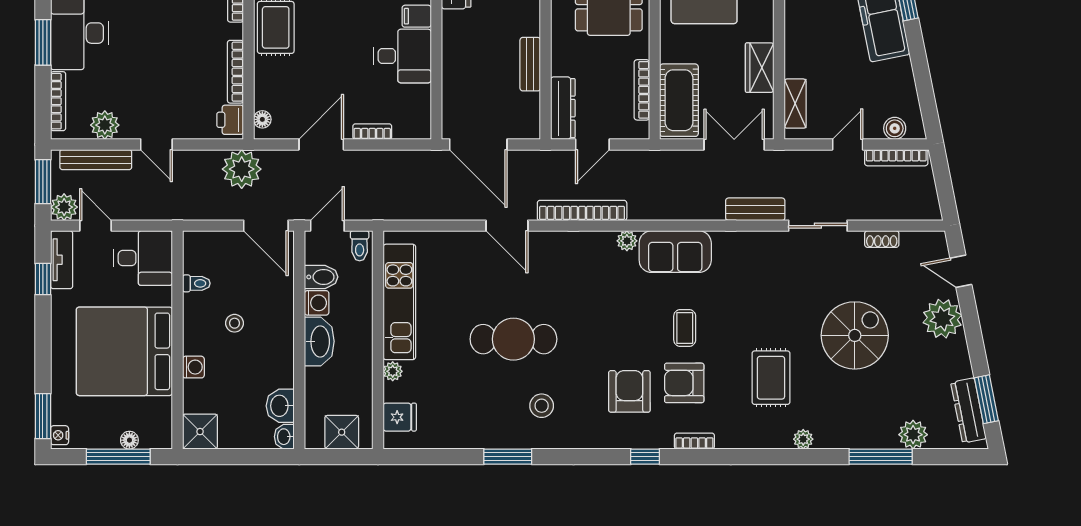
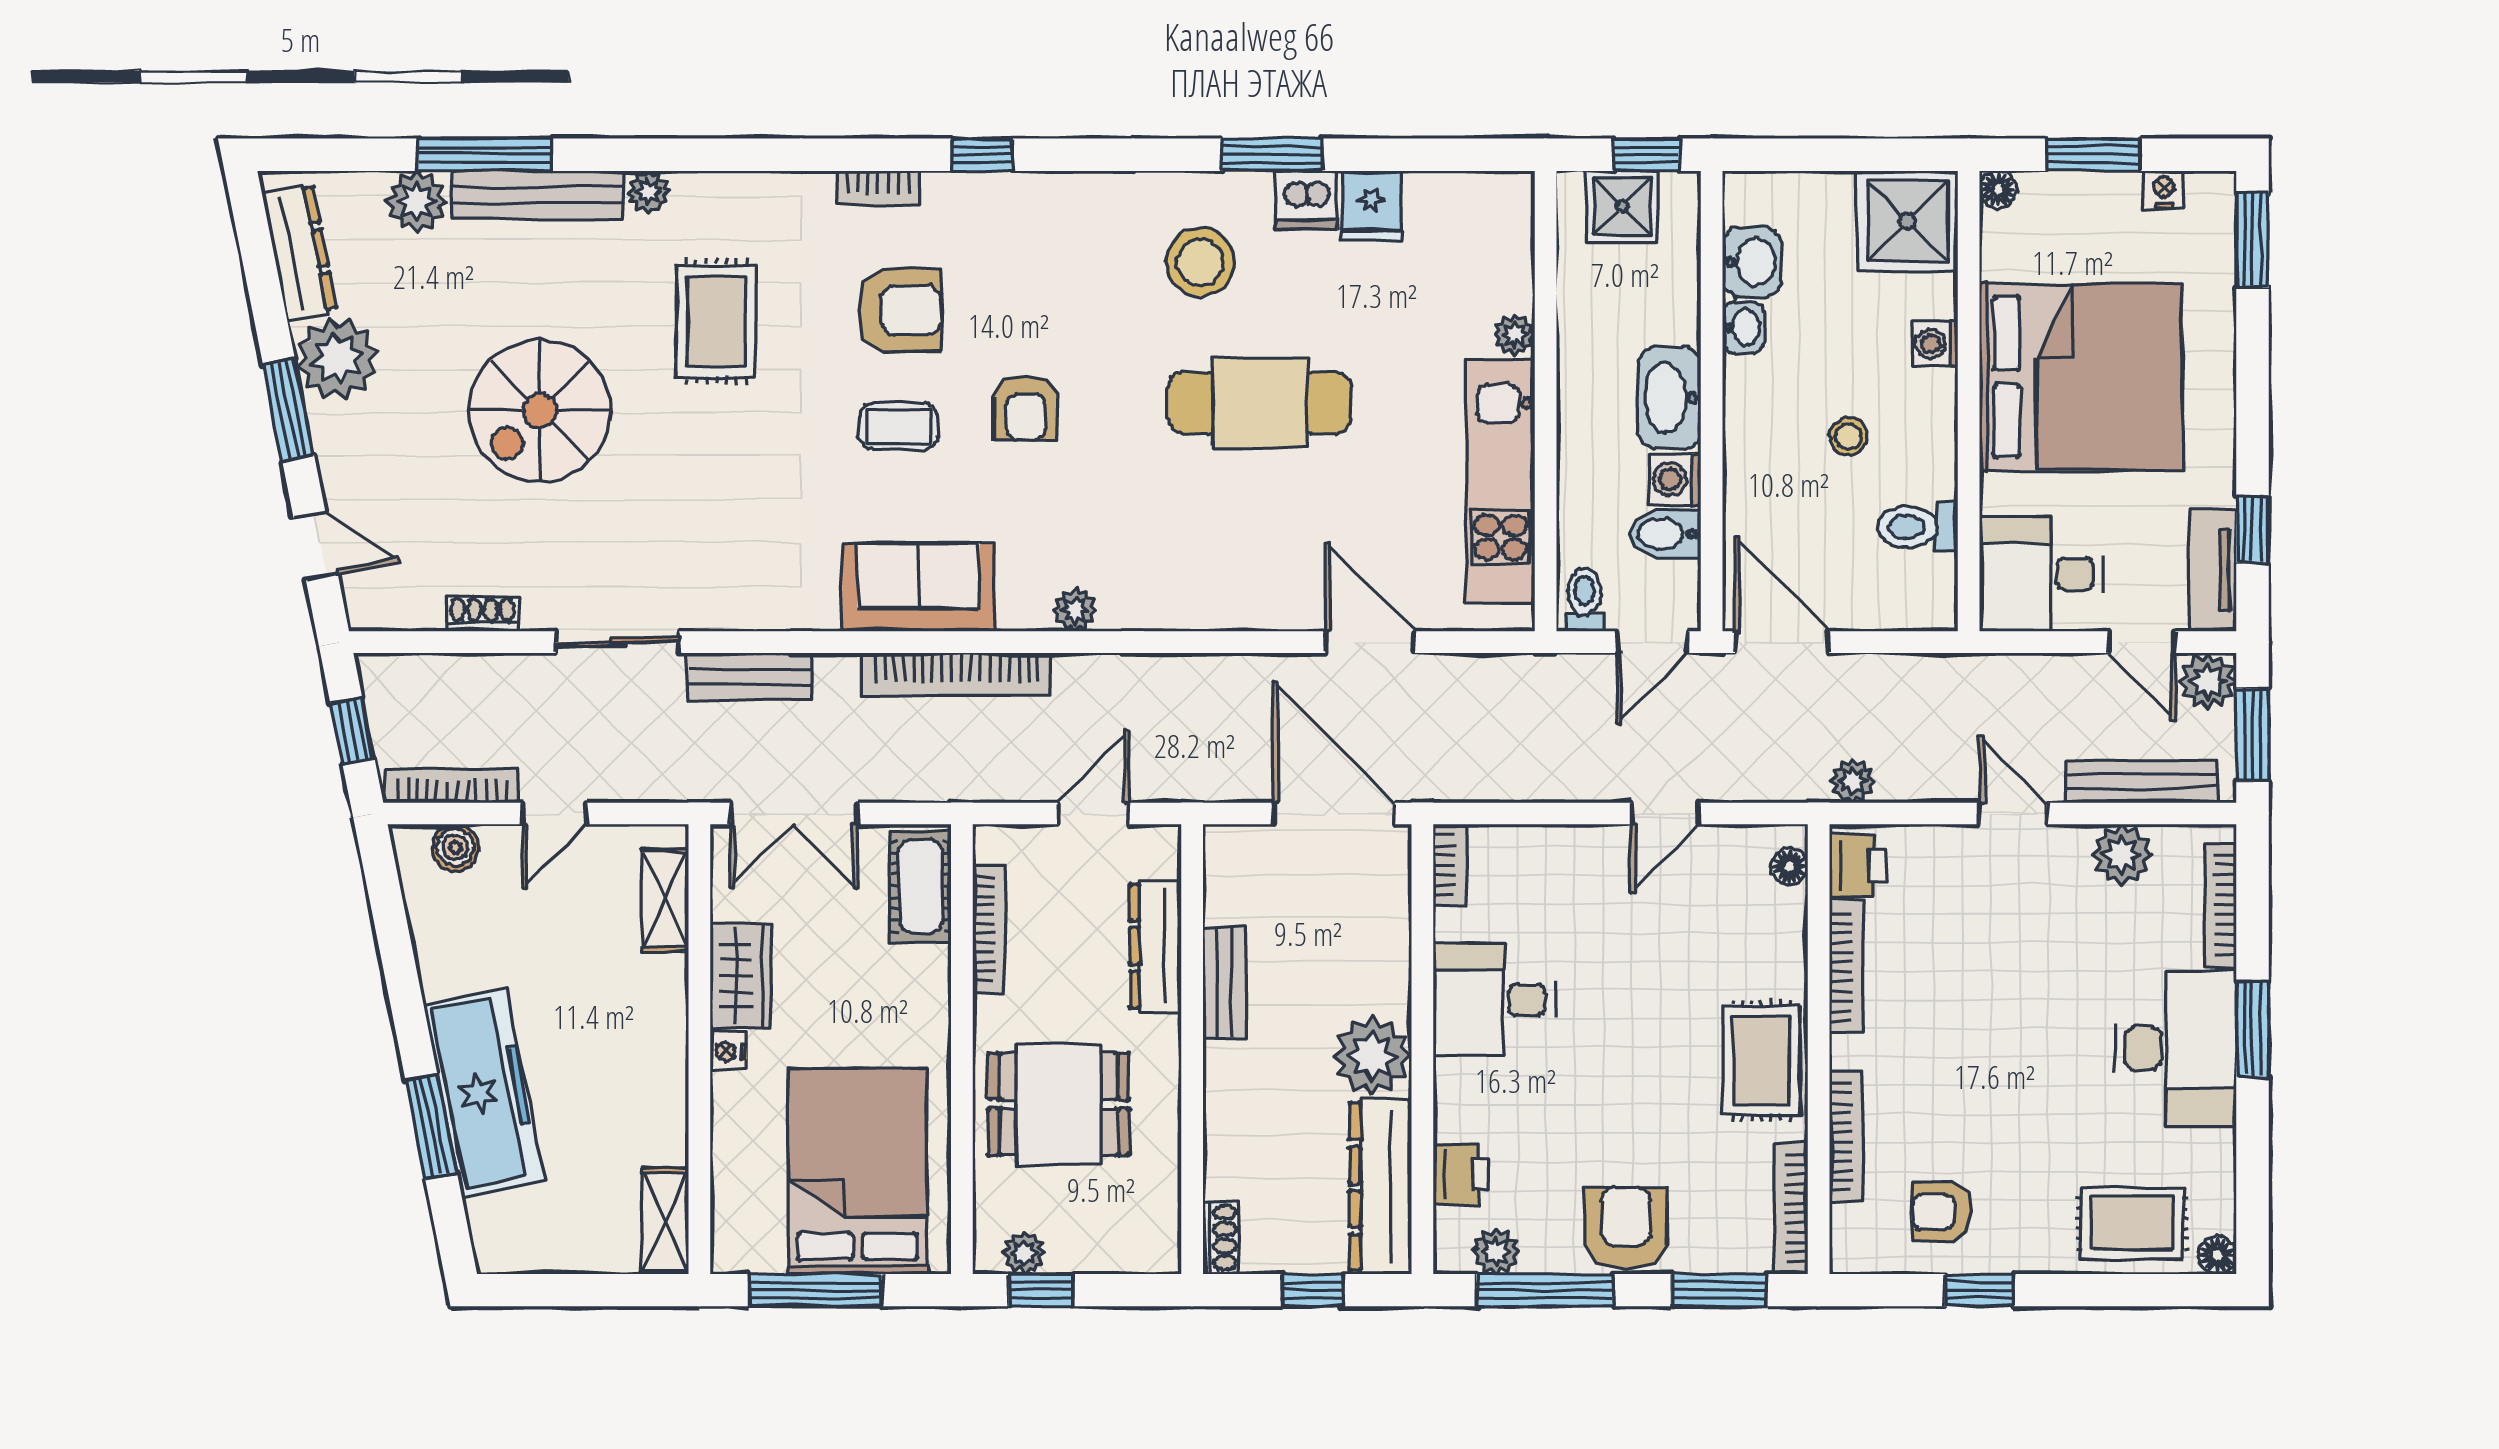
filing cabinet: (417, 16) -> (1464, 1084), removed
plant: (460, 30) -> (1372, 1056), added
nightstand: (765, 32) -> (728, 1051), added
cot: (679, 100) -> (921, 886), width x0.73, depth x0.75
dresser: (563, 108) -> (1156, 946), moved
bookcase: (372, 132) -> (1450, 865), moved, turned -90
door: (321, 144) -> (1665, 814), width x0.73
plant: (242, 169) -> (1852, 781), width x0.53, depth x0.53
window: (943, 183) -> (352, 731), added
bookcase: (582, 210) -> (956, 674), moved
door: (507, 226) -> (1370, 642), moved
plant: (627, 241) -> (1075, 610), moved
toilet: (196, 283) -> (1918, 527), width x1.37, depth x1.39
plant: (942, 319) -> (337, 359), moved
coffee table: (685, 328) -> (898, 426), turned 90
armchair: (629, 391) -> (1026, 408), moved, width x0.72, depth x0.72
window: (986, 399) -> (288, 410), moved
stool: (542, 406) -> (1200, 262), width x1.38, depth x1.38
fridge: (400, 417) -> (1371, 206), moved, turned -90
shower: (200, 432) -> (1908, 221), width x1.36, depth x1.36
nightstand: (60, 435) -> (2164, 190), moved, turned -90
dishwasher: (491, 435) -> (1306, 200), added
washbasin: (284, 437) -> (1743, 327), moved
bench: (856, 438) -> (537, 195), added
floor lamp: (129, 440) -> (1998, 190), moved
window: (118, 457) -> (2094, 155), width x0.69
window: (330, 457) -> (1646, 155), added

